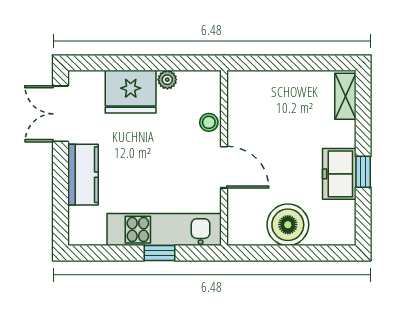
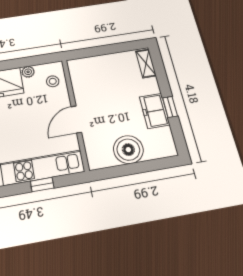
stool: (209, 122) -> (53, 81), moved
door: (224, 167) -> (76, 119), swing flipped

